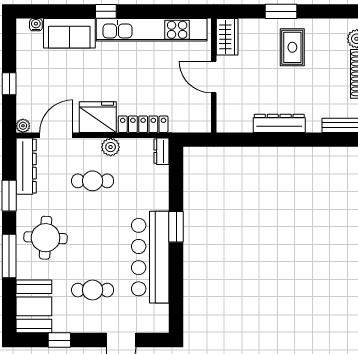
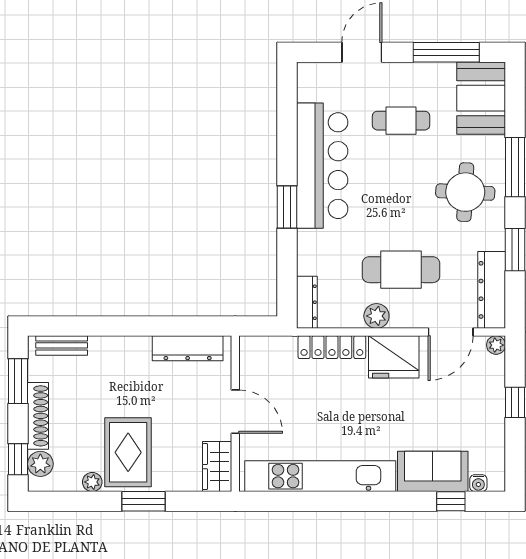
window: (106, 11) -> (451, 501), moved
plant: (319, 26) -> (92, 482), added
rug: (292, 47) -> (128, 452), width x1.36, depth x1.43
dresser: (279, 123) -> (188, 348), moved
dresser: (161, 151) -> (307, 302), width x1.44
cafe table: (93, 181) -> (401, 270), width x1.37, depth x1.35
window: (59, 340) -> (446, 52), width x2.17

